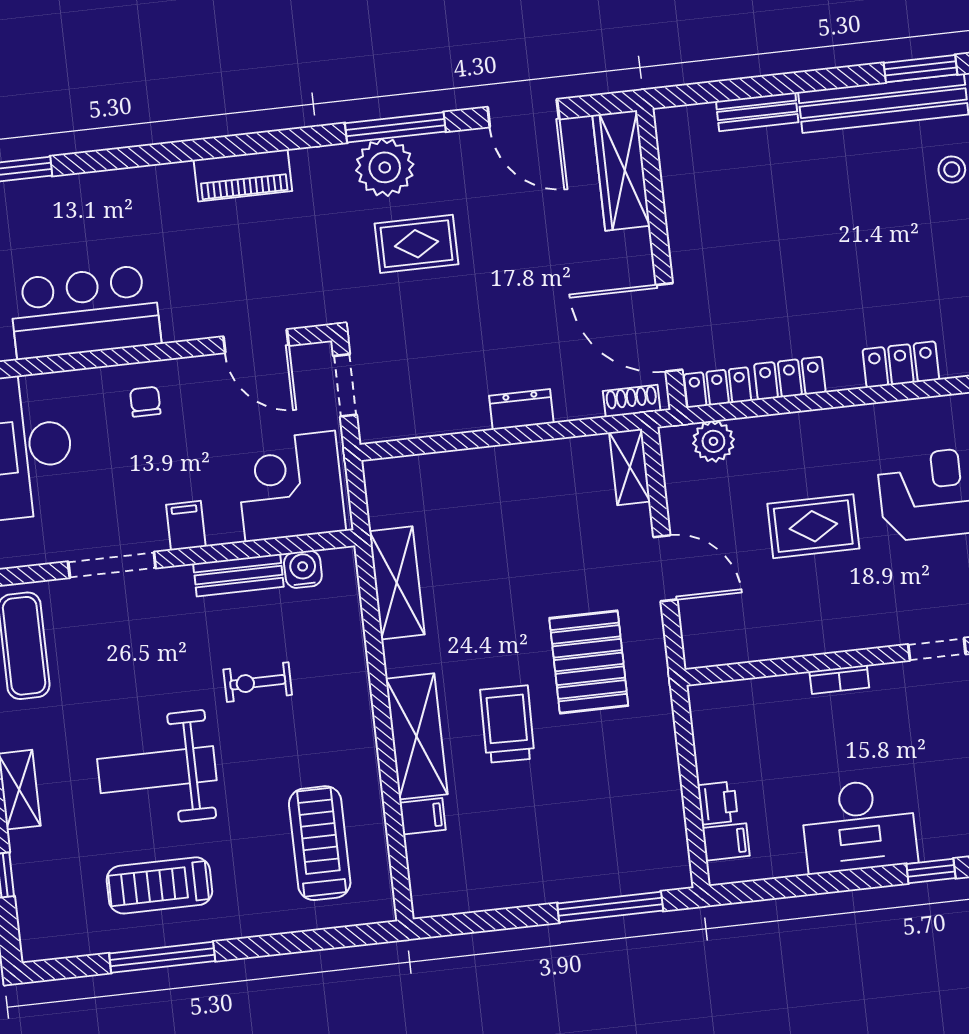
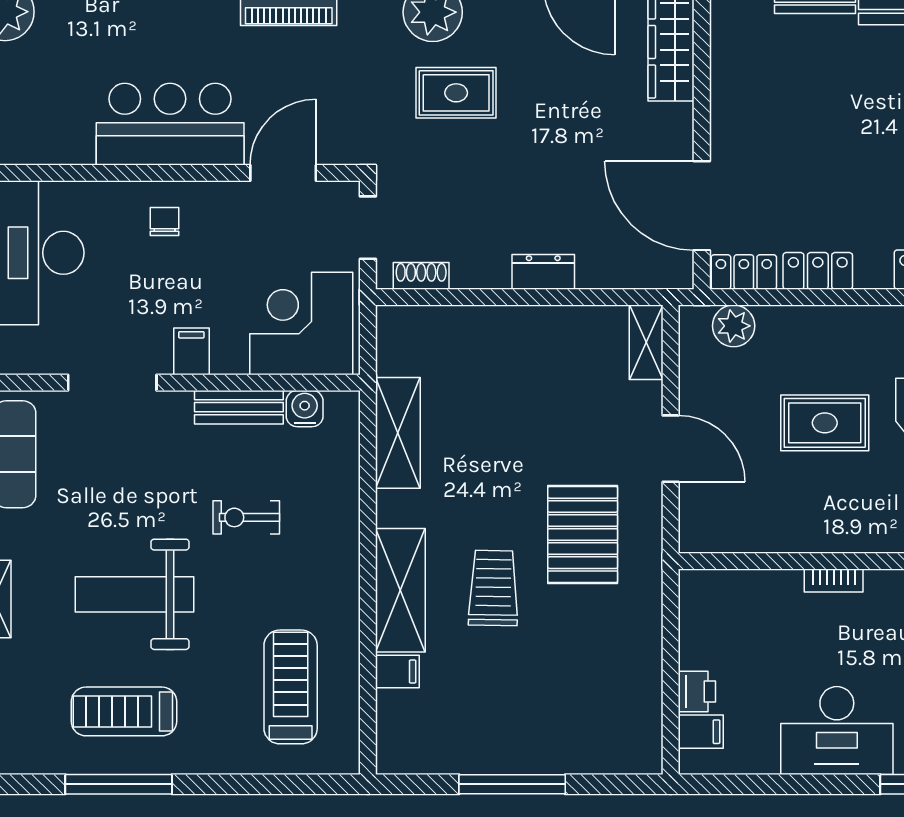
bar counter: (85, 312) -> (170, 124), moved
door: (256, 341) -> (283, 173), swing flipped
shoe rack: (632, 401) -> (421, 276), moved
window: (610, 907) -> (512, 784), moved

